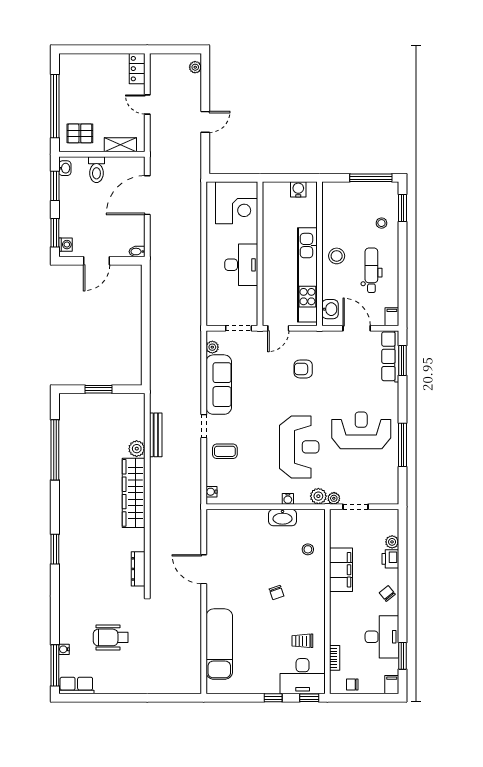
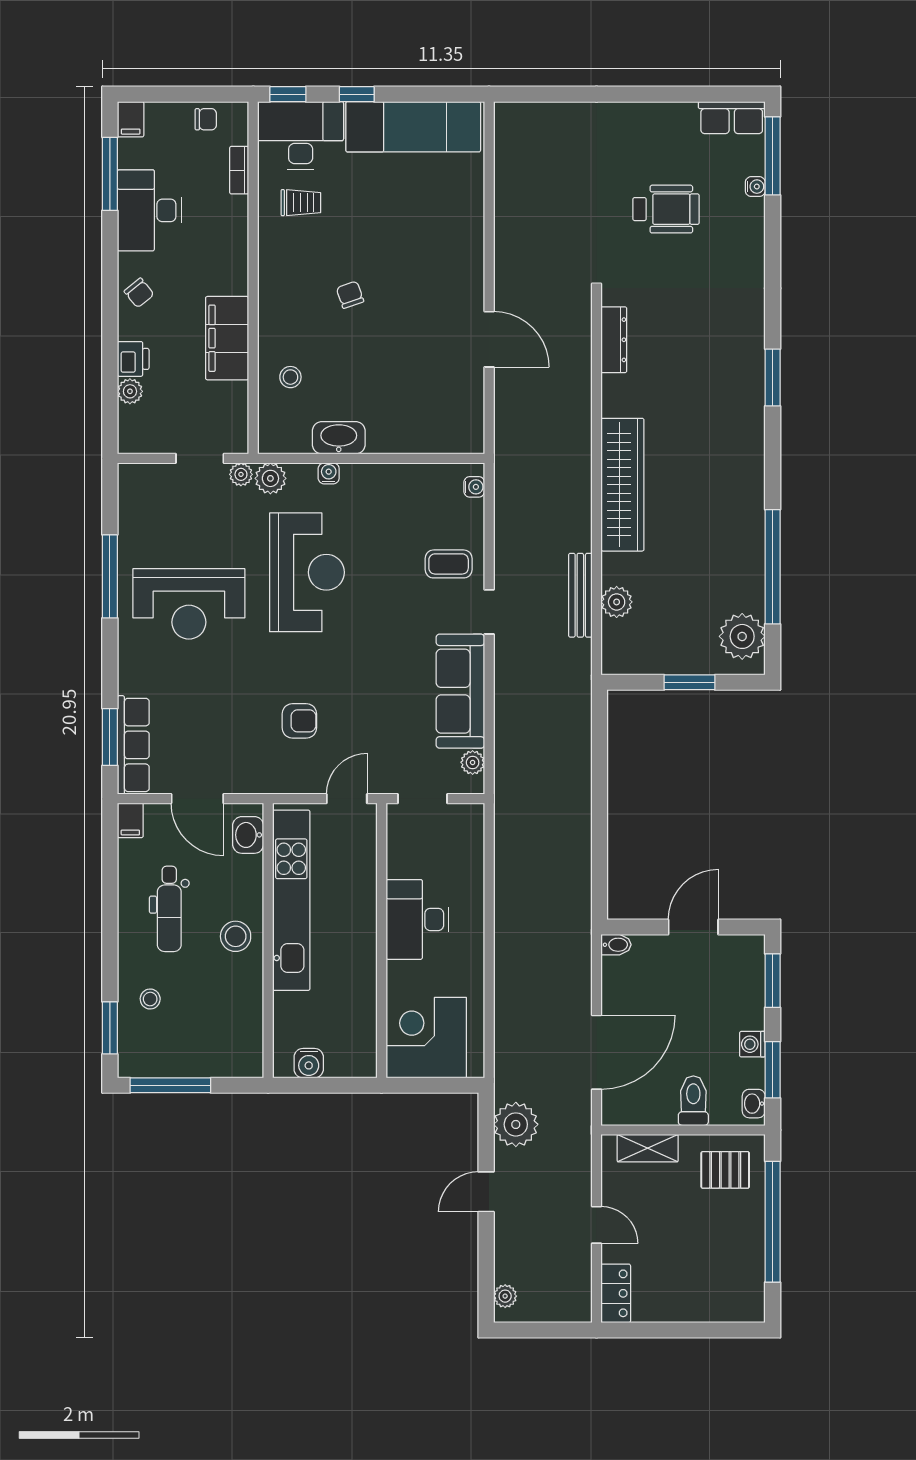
plant: (190, 157) -> (516, 1124), added
washing machine: (66, 245) -> (752, 1044), moved
plant: (71, 413) -> (742, 636), added
reception desk: (299, 447) -> (307, 572), turned 180
plant: (137, 449) -> (617, 602), moved
exam couch: (219, 644) -> (413, 127), moved, turned -90
window: (403, 656) -> (110, 174), width x1.44

